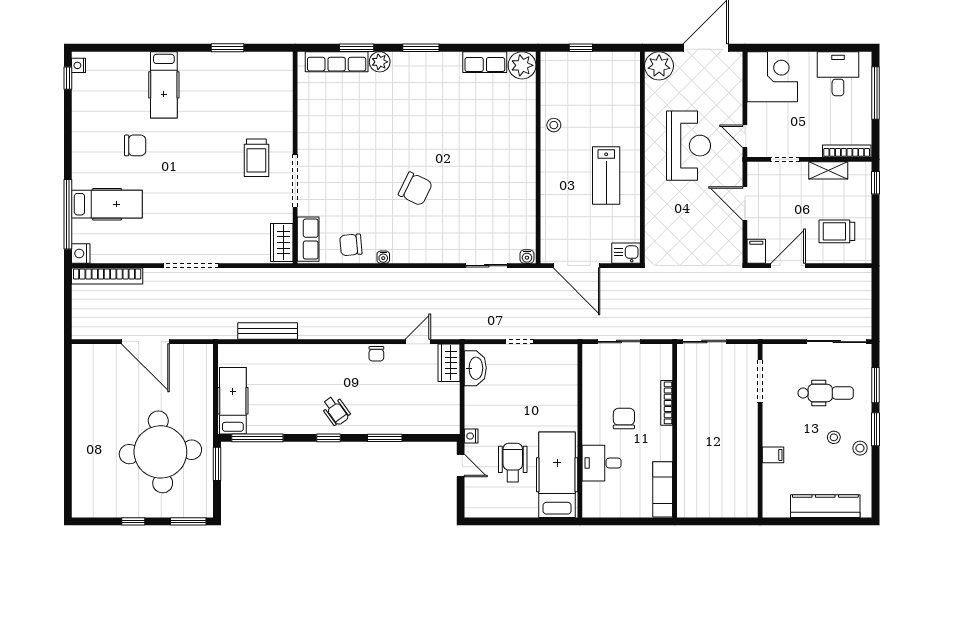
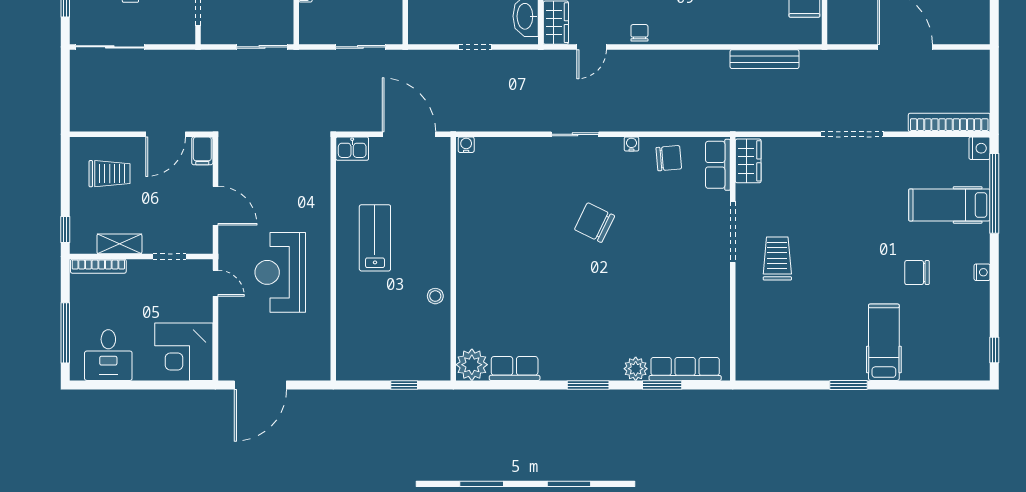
window: (228, 48) -> (849, 385), moved
nightstand: (78, 65) -> (982, 272), moved
plant: (659, 66) -> (314, 364), removed
sliding door: (487, 266) -> (575, 134), moved

